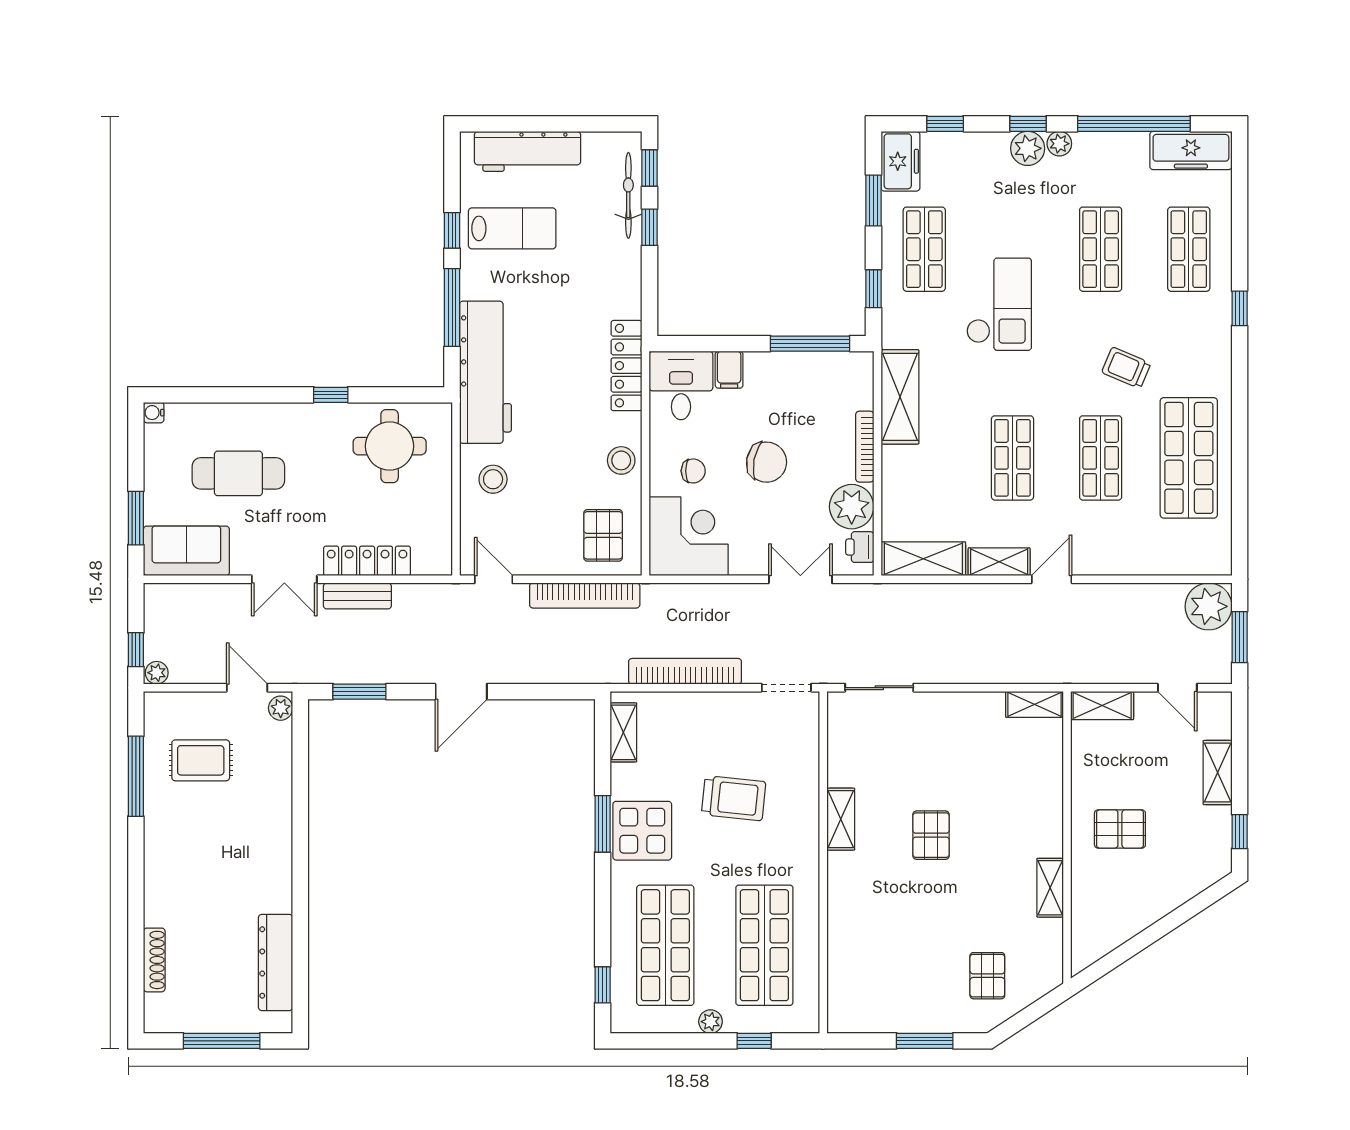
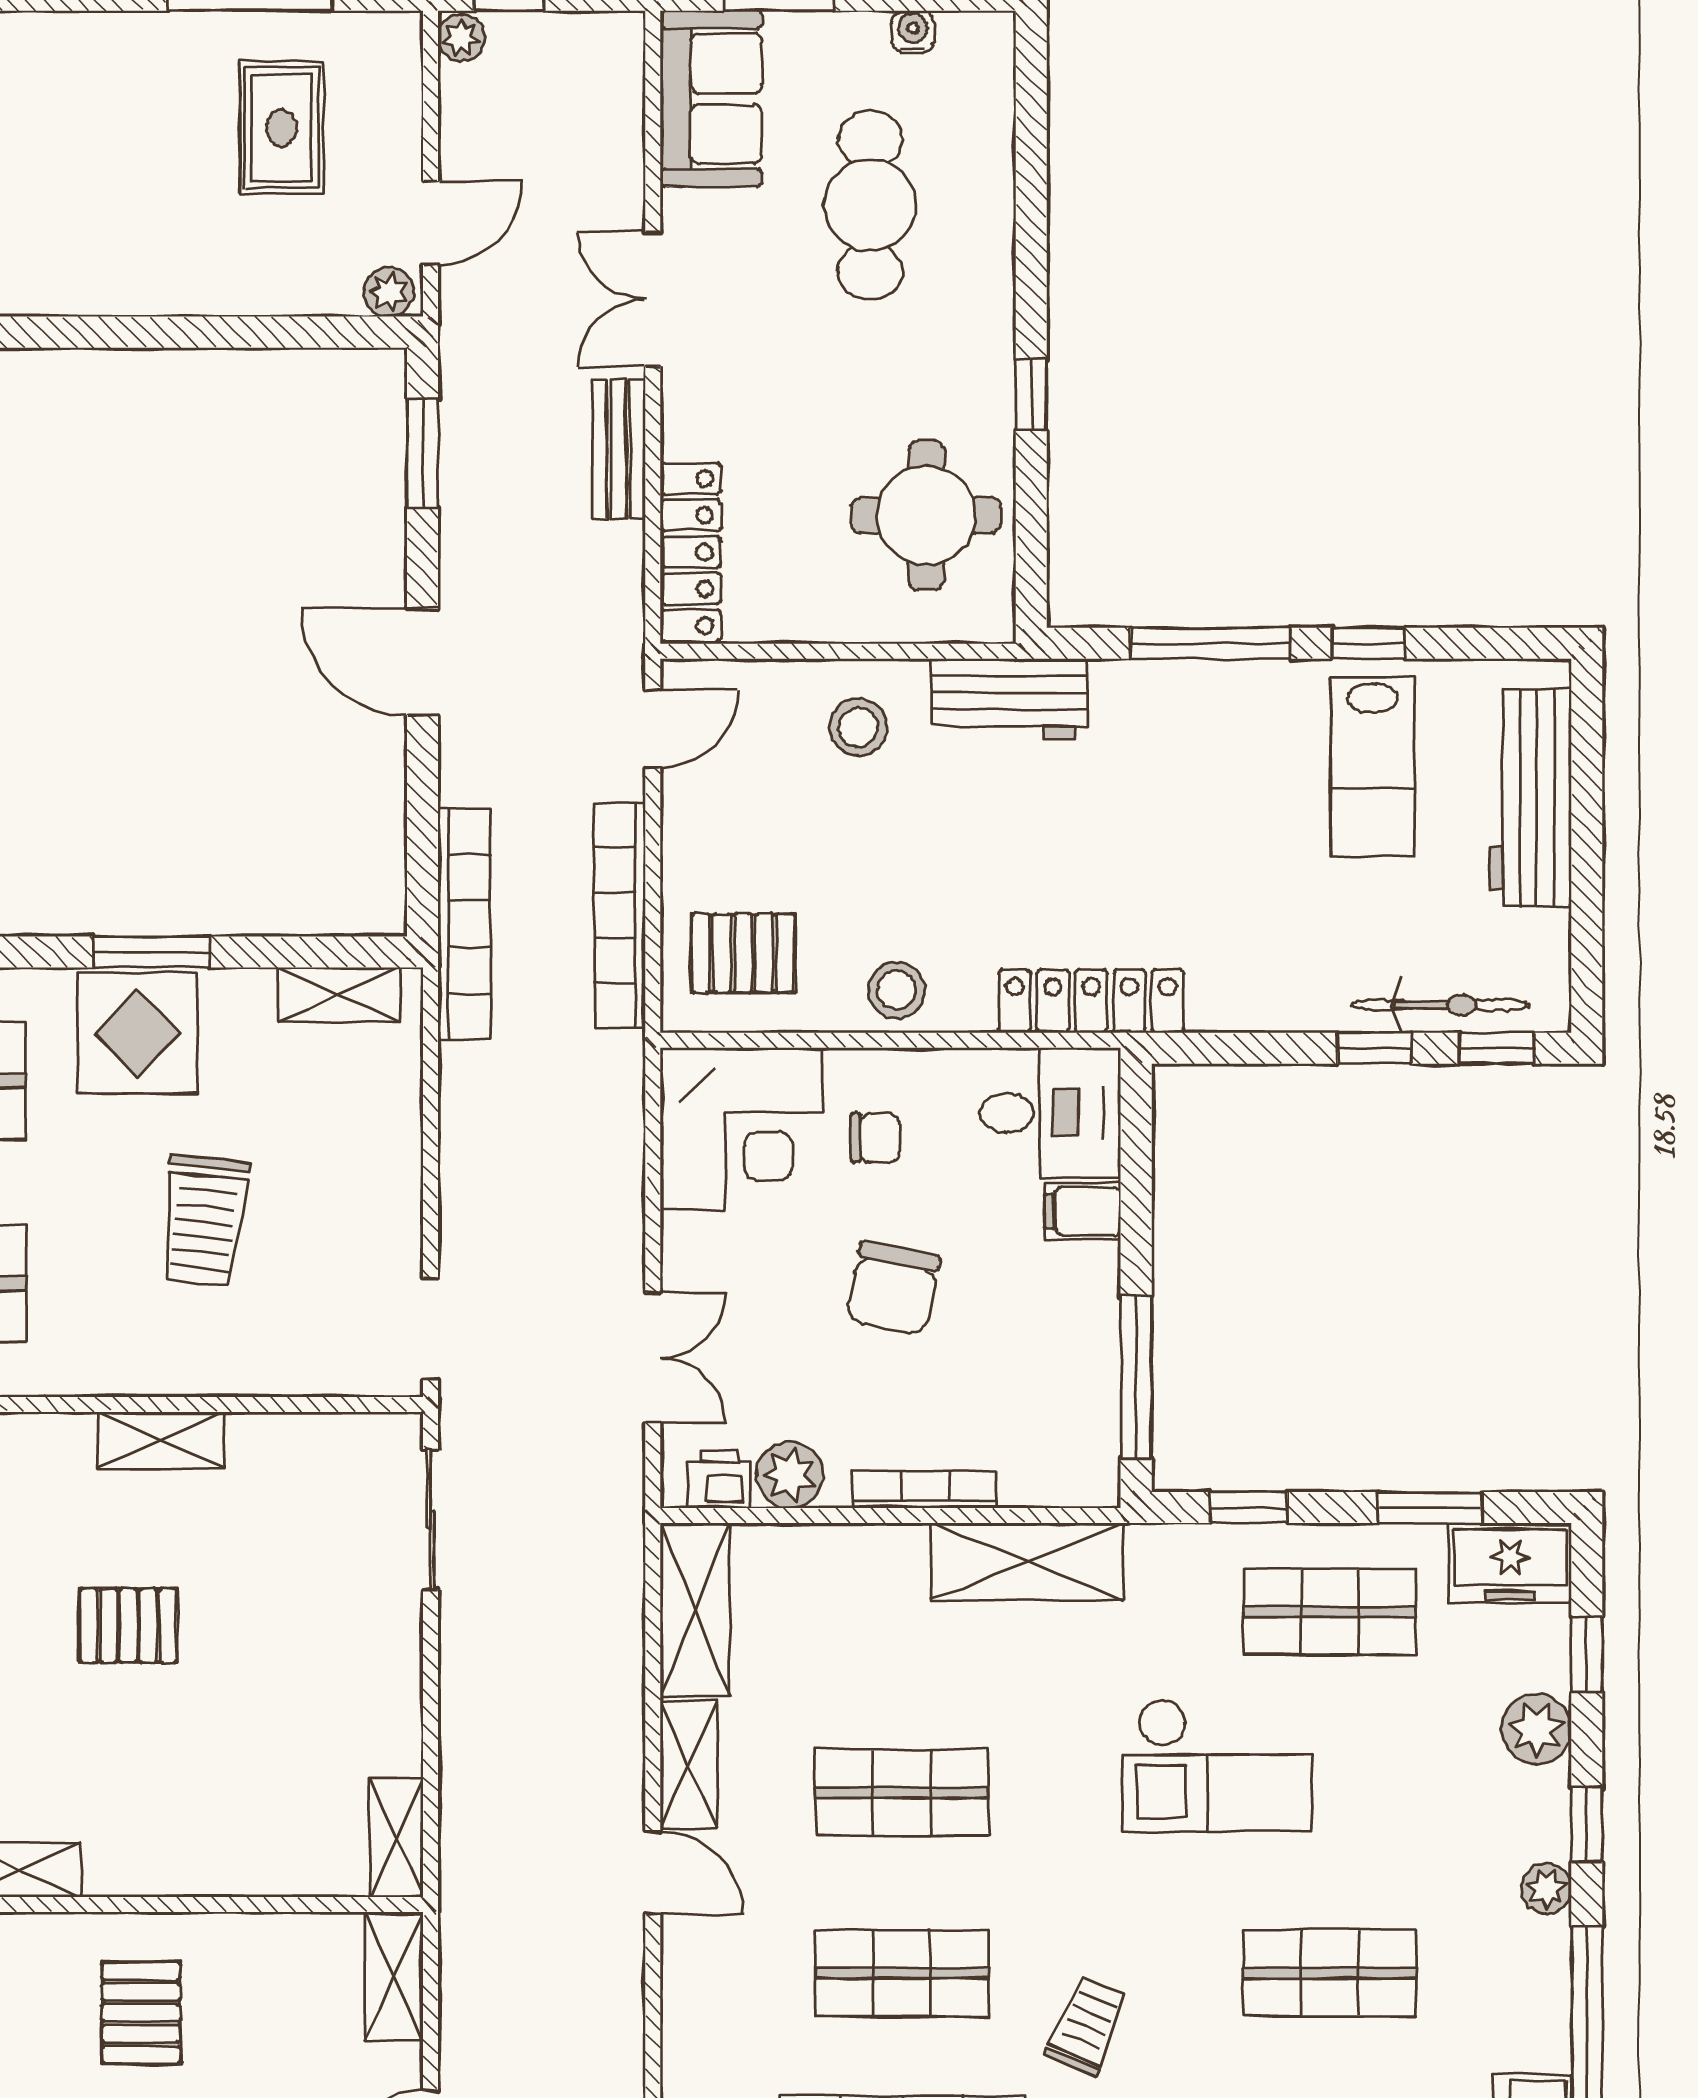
plant: (1028, 148) -> (1536, 1729), moved
workbench: (485, 372) -> (1009, 699), width x0.53, depth x0.76
water cooler: (154, 413) -> (913, 32), moved
chair: (693, 471) -> (875, 1138), turned -90
plant: (852, 507) -> (790, 1475), width x0.73, depth x0.73
locker: (367, 561) -> (691, 552), moved
bookcase: (685, 671) -> (464, 924), moved

